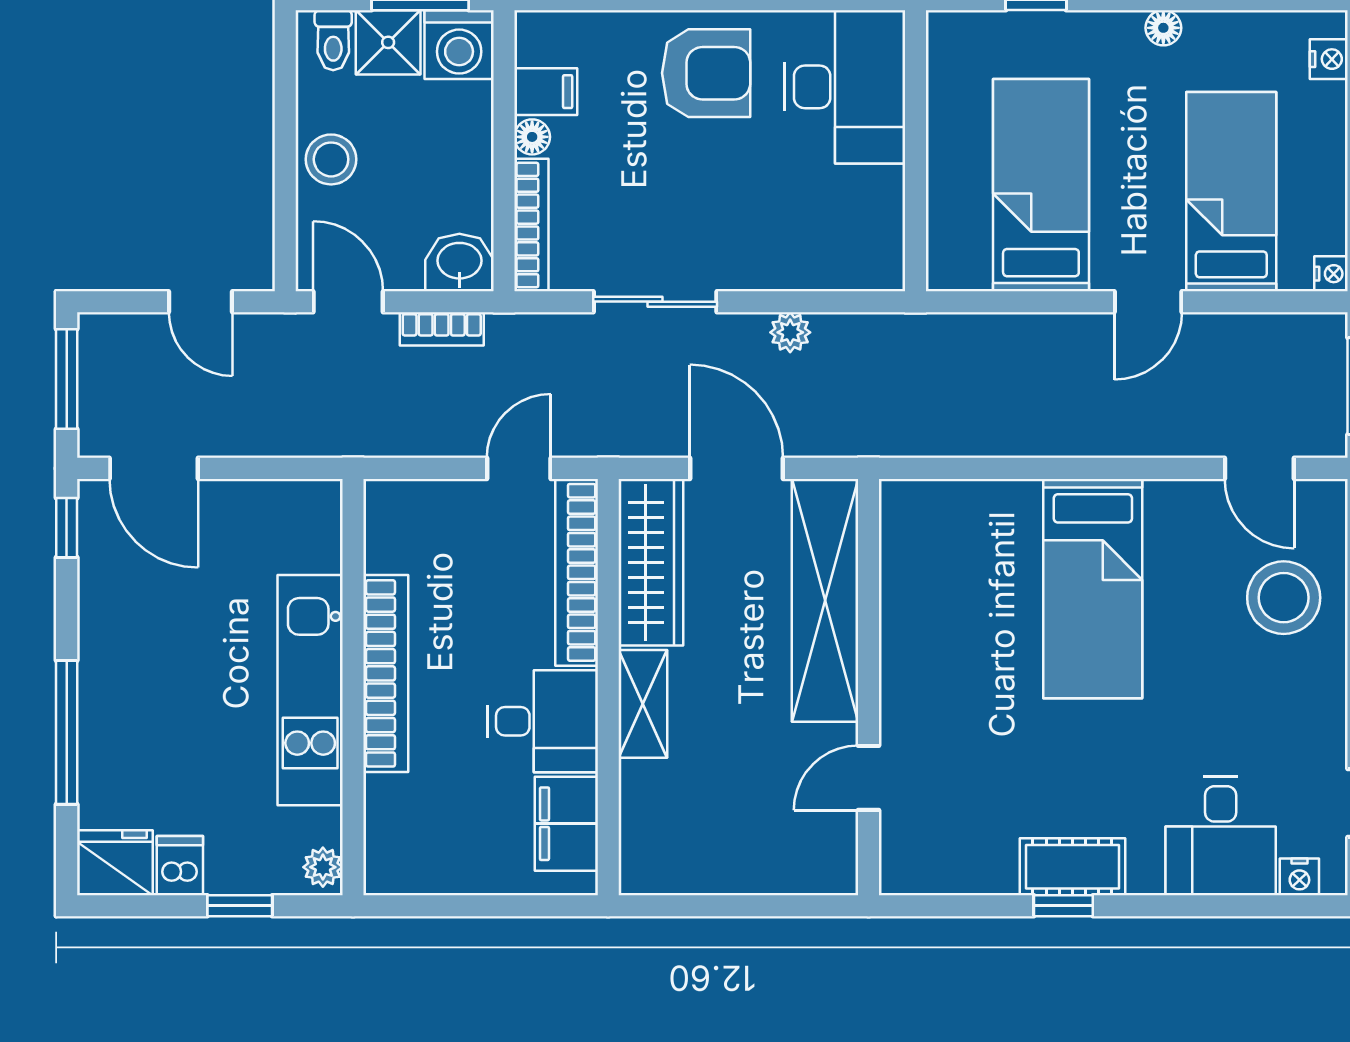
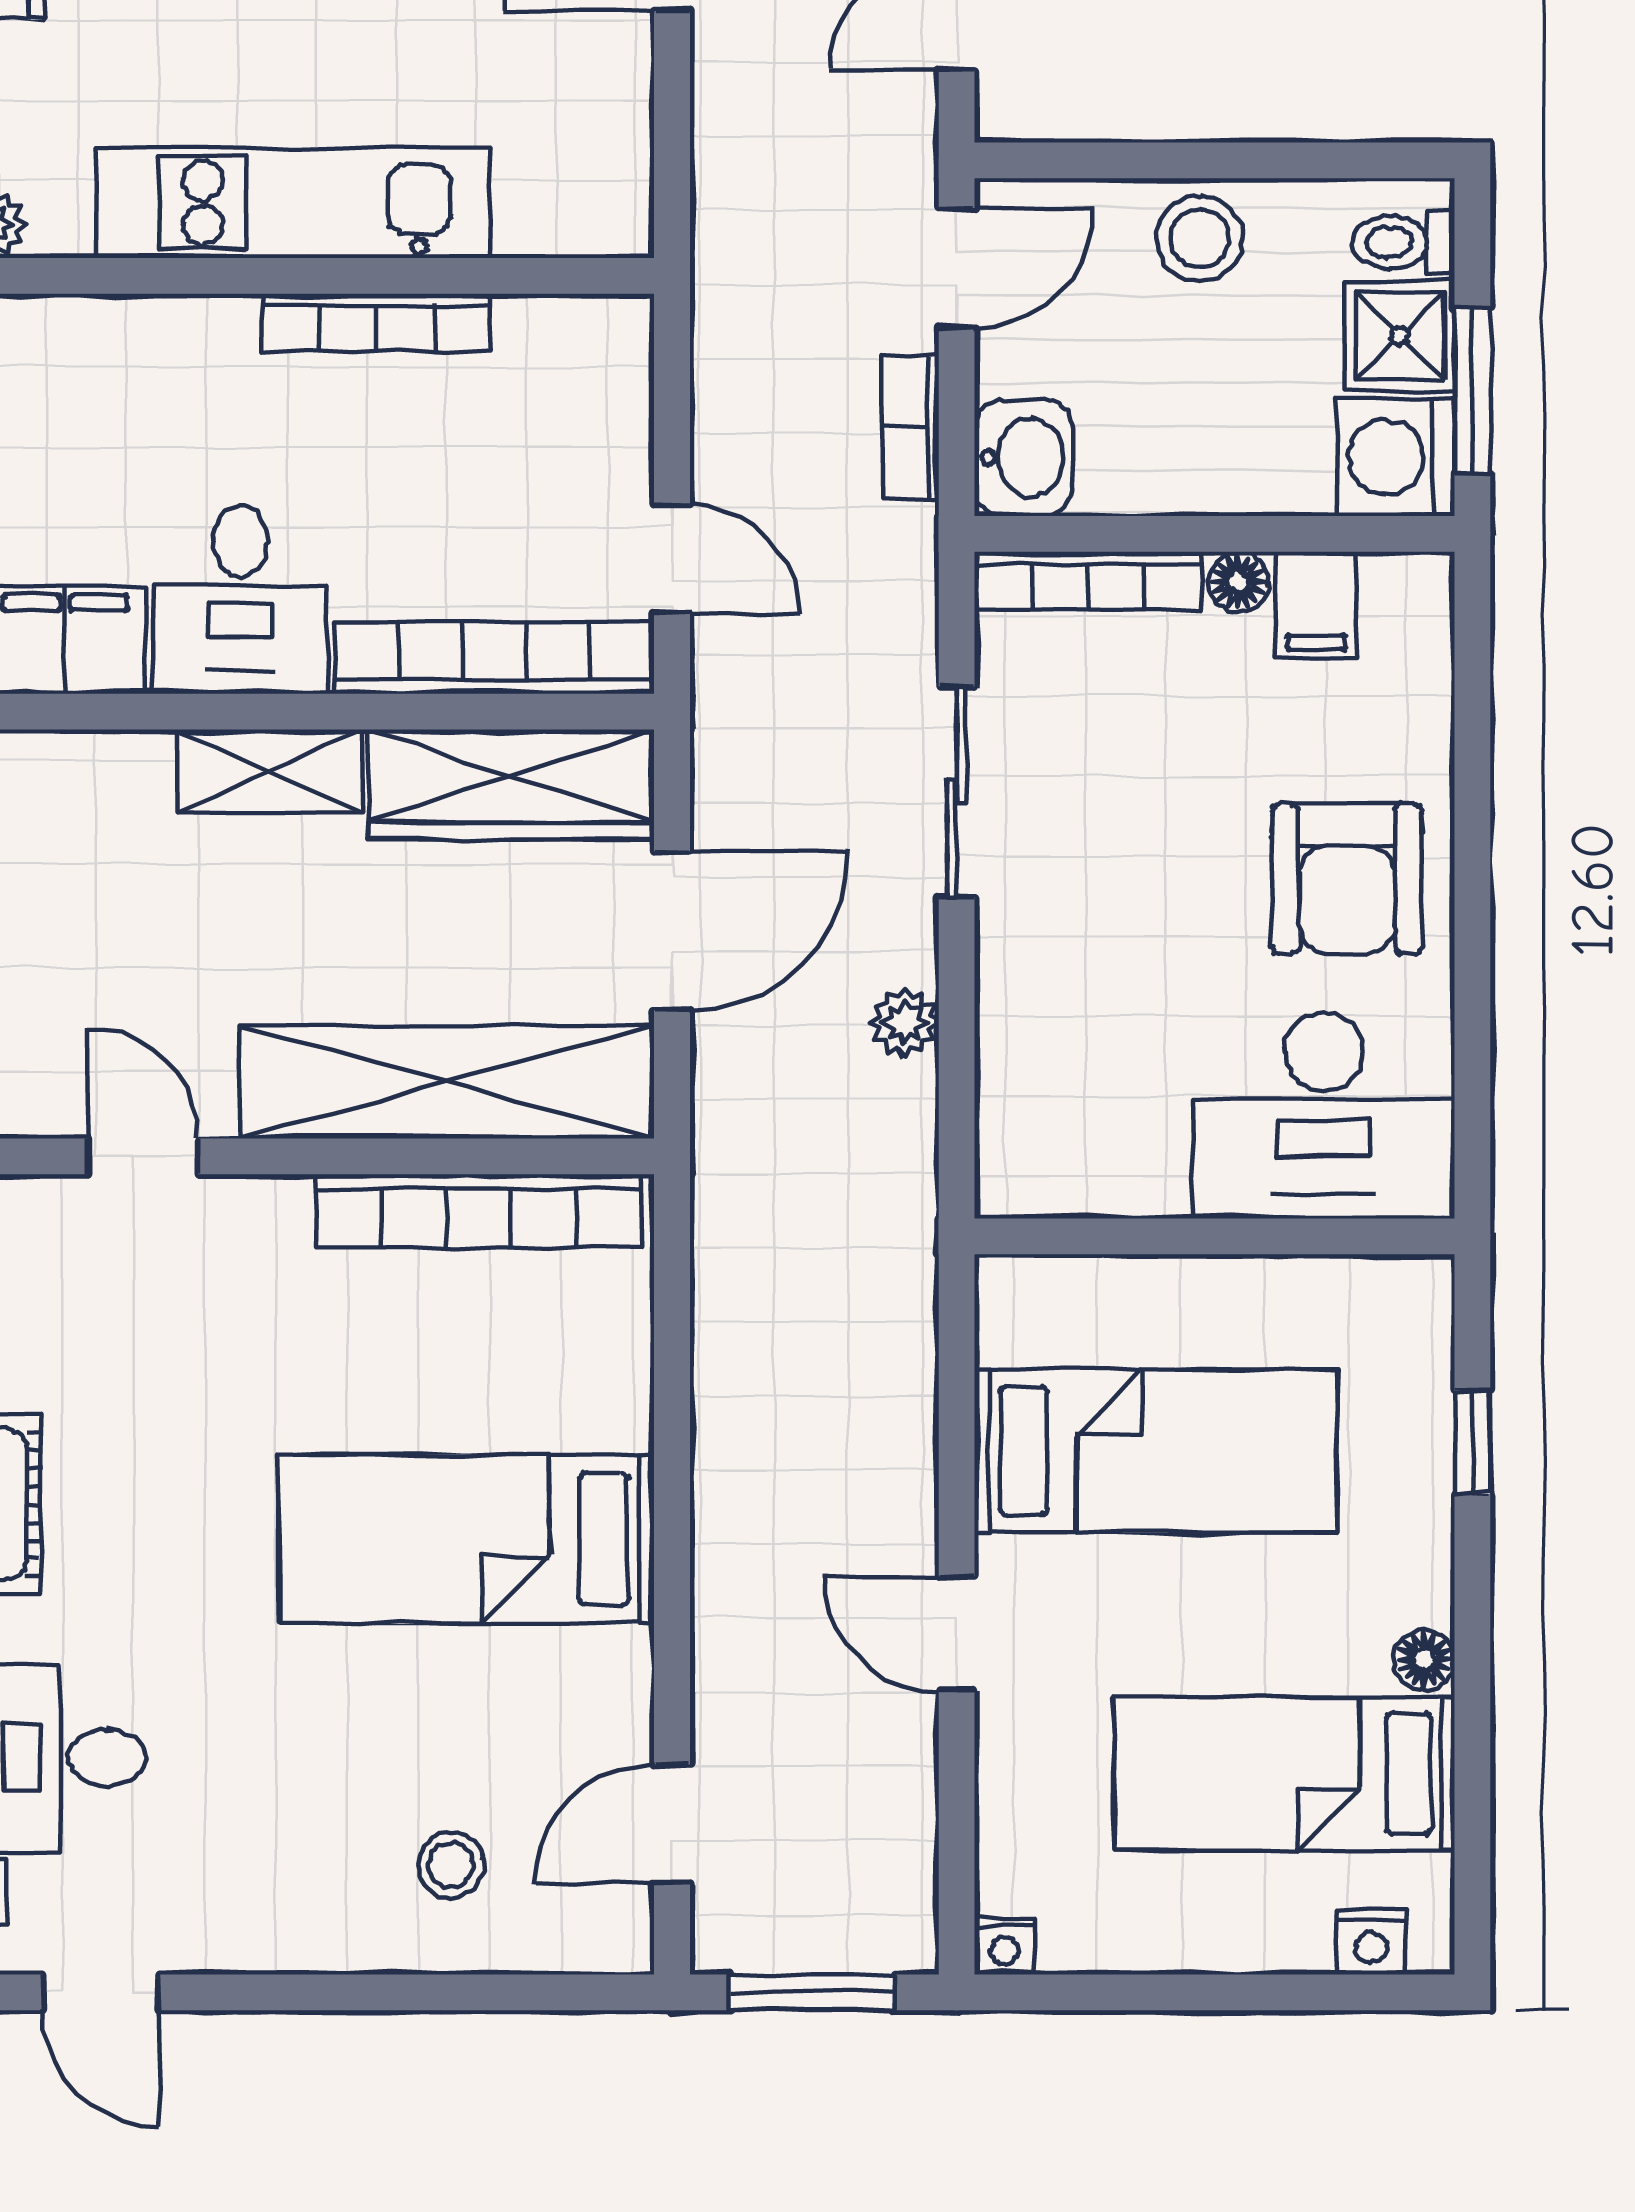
bed: (1231, 192) -> (1284, 1774), moved, turned 180
bookcase: (901, 582) -> (479, 1211), added
stool: (1284, 598) -> (451, 1865), width x0.53, depth x0.53
bookcase: (386, 673) -> (376, 323), width x0.68, depth x0.76

